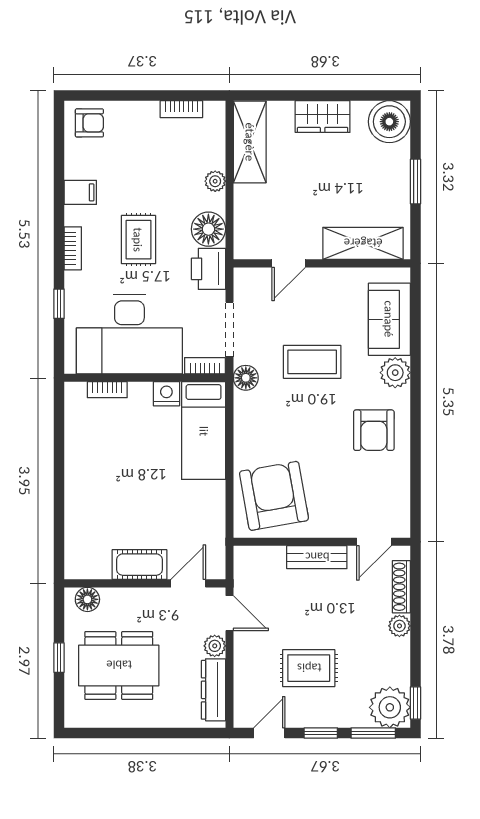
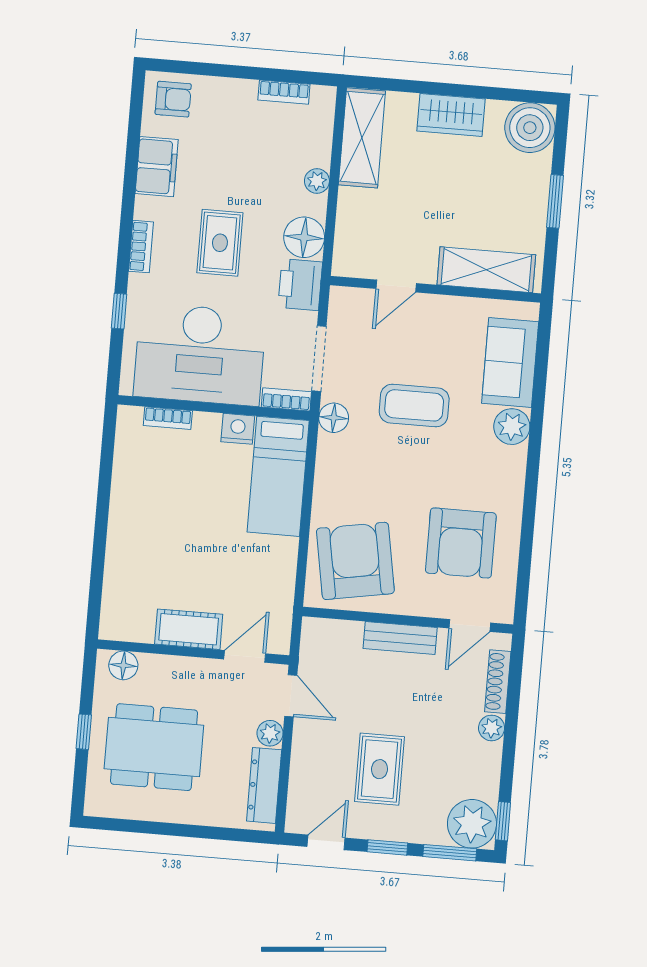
filing cabinet: (80, 192) -> (157, 167), width x2.00
armchair: (374, 430) -> (461, 543), moved, width x1.36, depth x1.36
rug: (309, 668) -> (379, 769), turned 90

